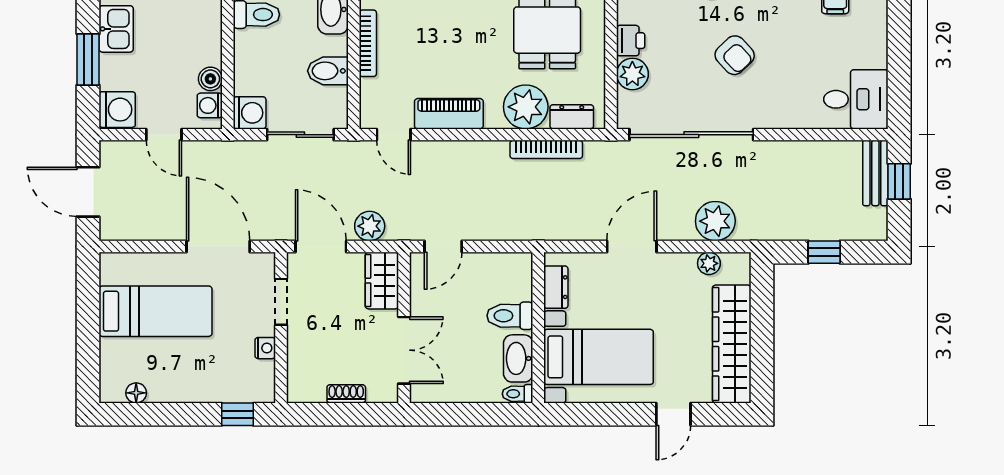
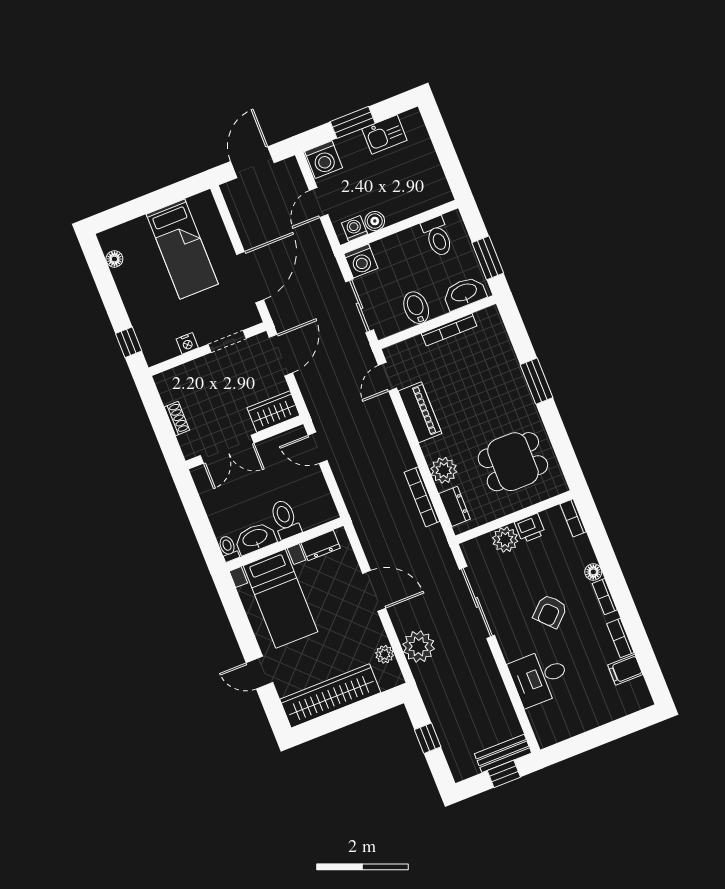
desk: (856, 99) -> (540, 677), moved, turned 90
plant: (526, 107) -> (444, 470), width x0.73, depth x0.73
sliding door: (691, 135) -> (477, 602), width x0.73
plant: (370, 226) -> (311, 386), removed

